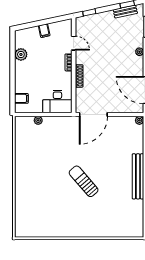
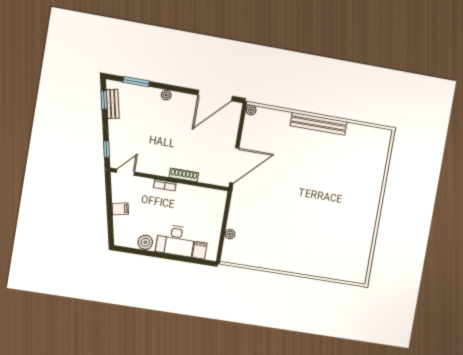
door: (74, 43) -> (125, 172), moved
desk: (57, 101) -> (175, 240), moved, turned 90
door: (93, 115) -> (234, 165), hinge flipped
sun lounger: (84, 181) -> (313, 191), removed

